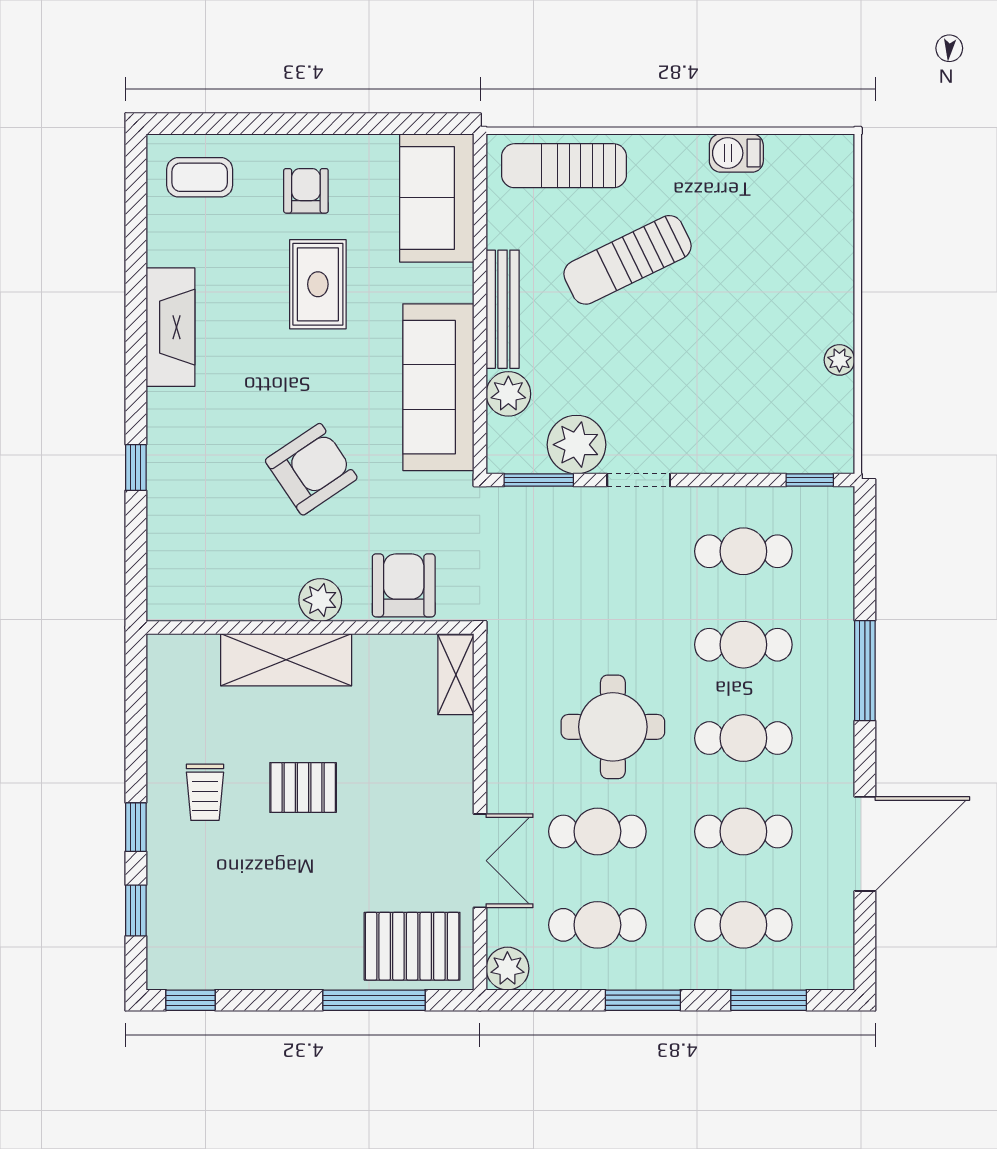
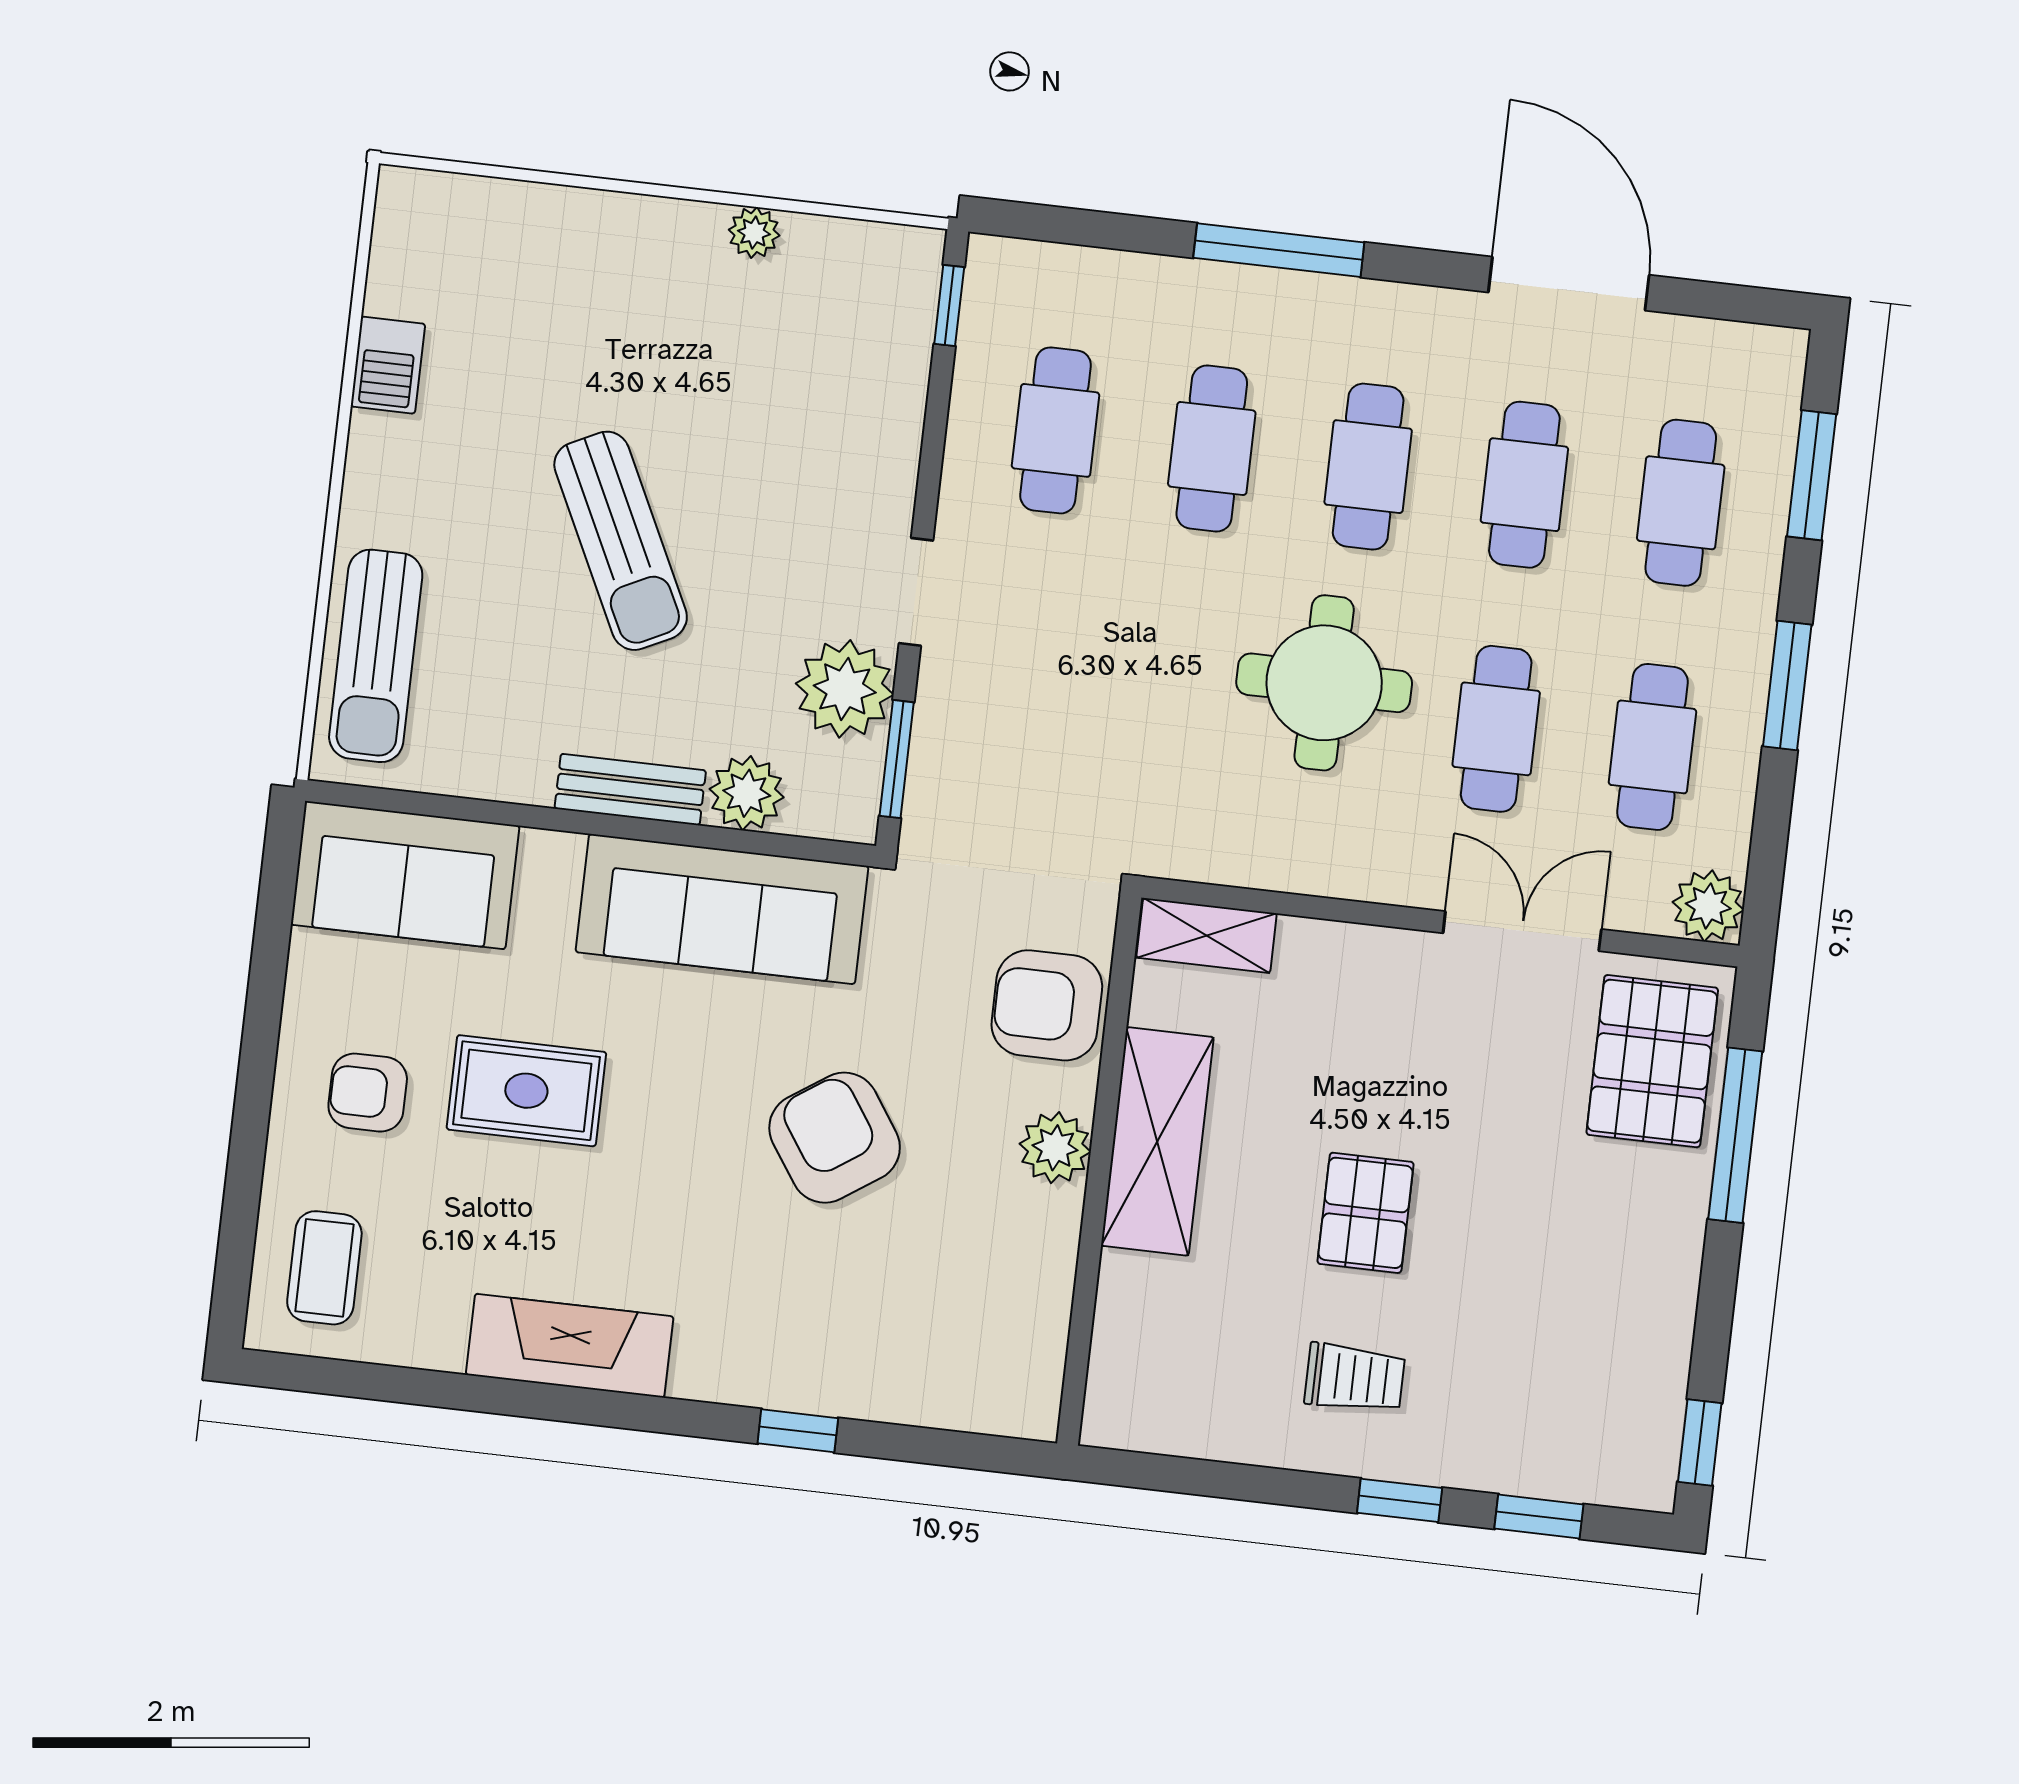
sun lounger: (628, 260) -> (621, 541), moved
bench: (503, 309) -> (630, 789), width x0.73
shelving: (286, 660) -> (1157, 1141), moved

